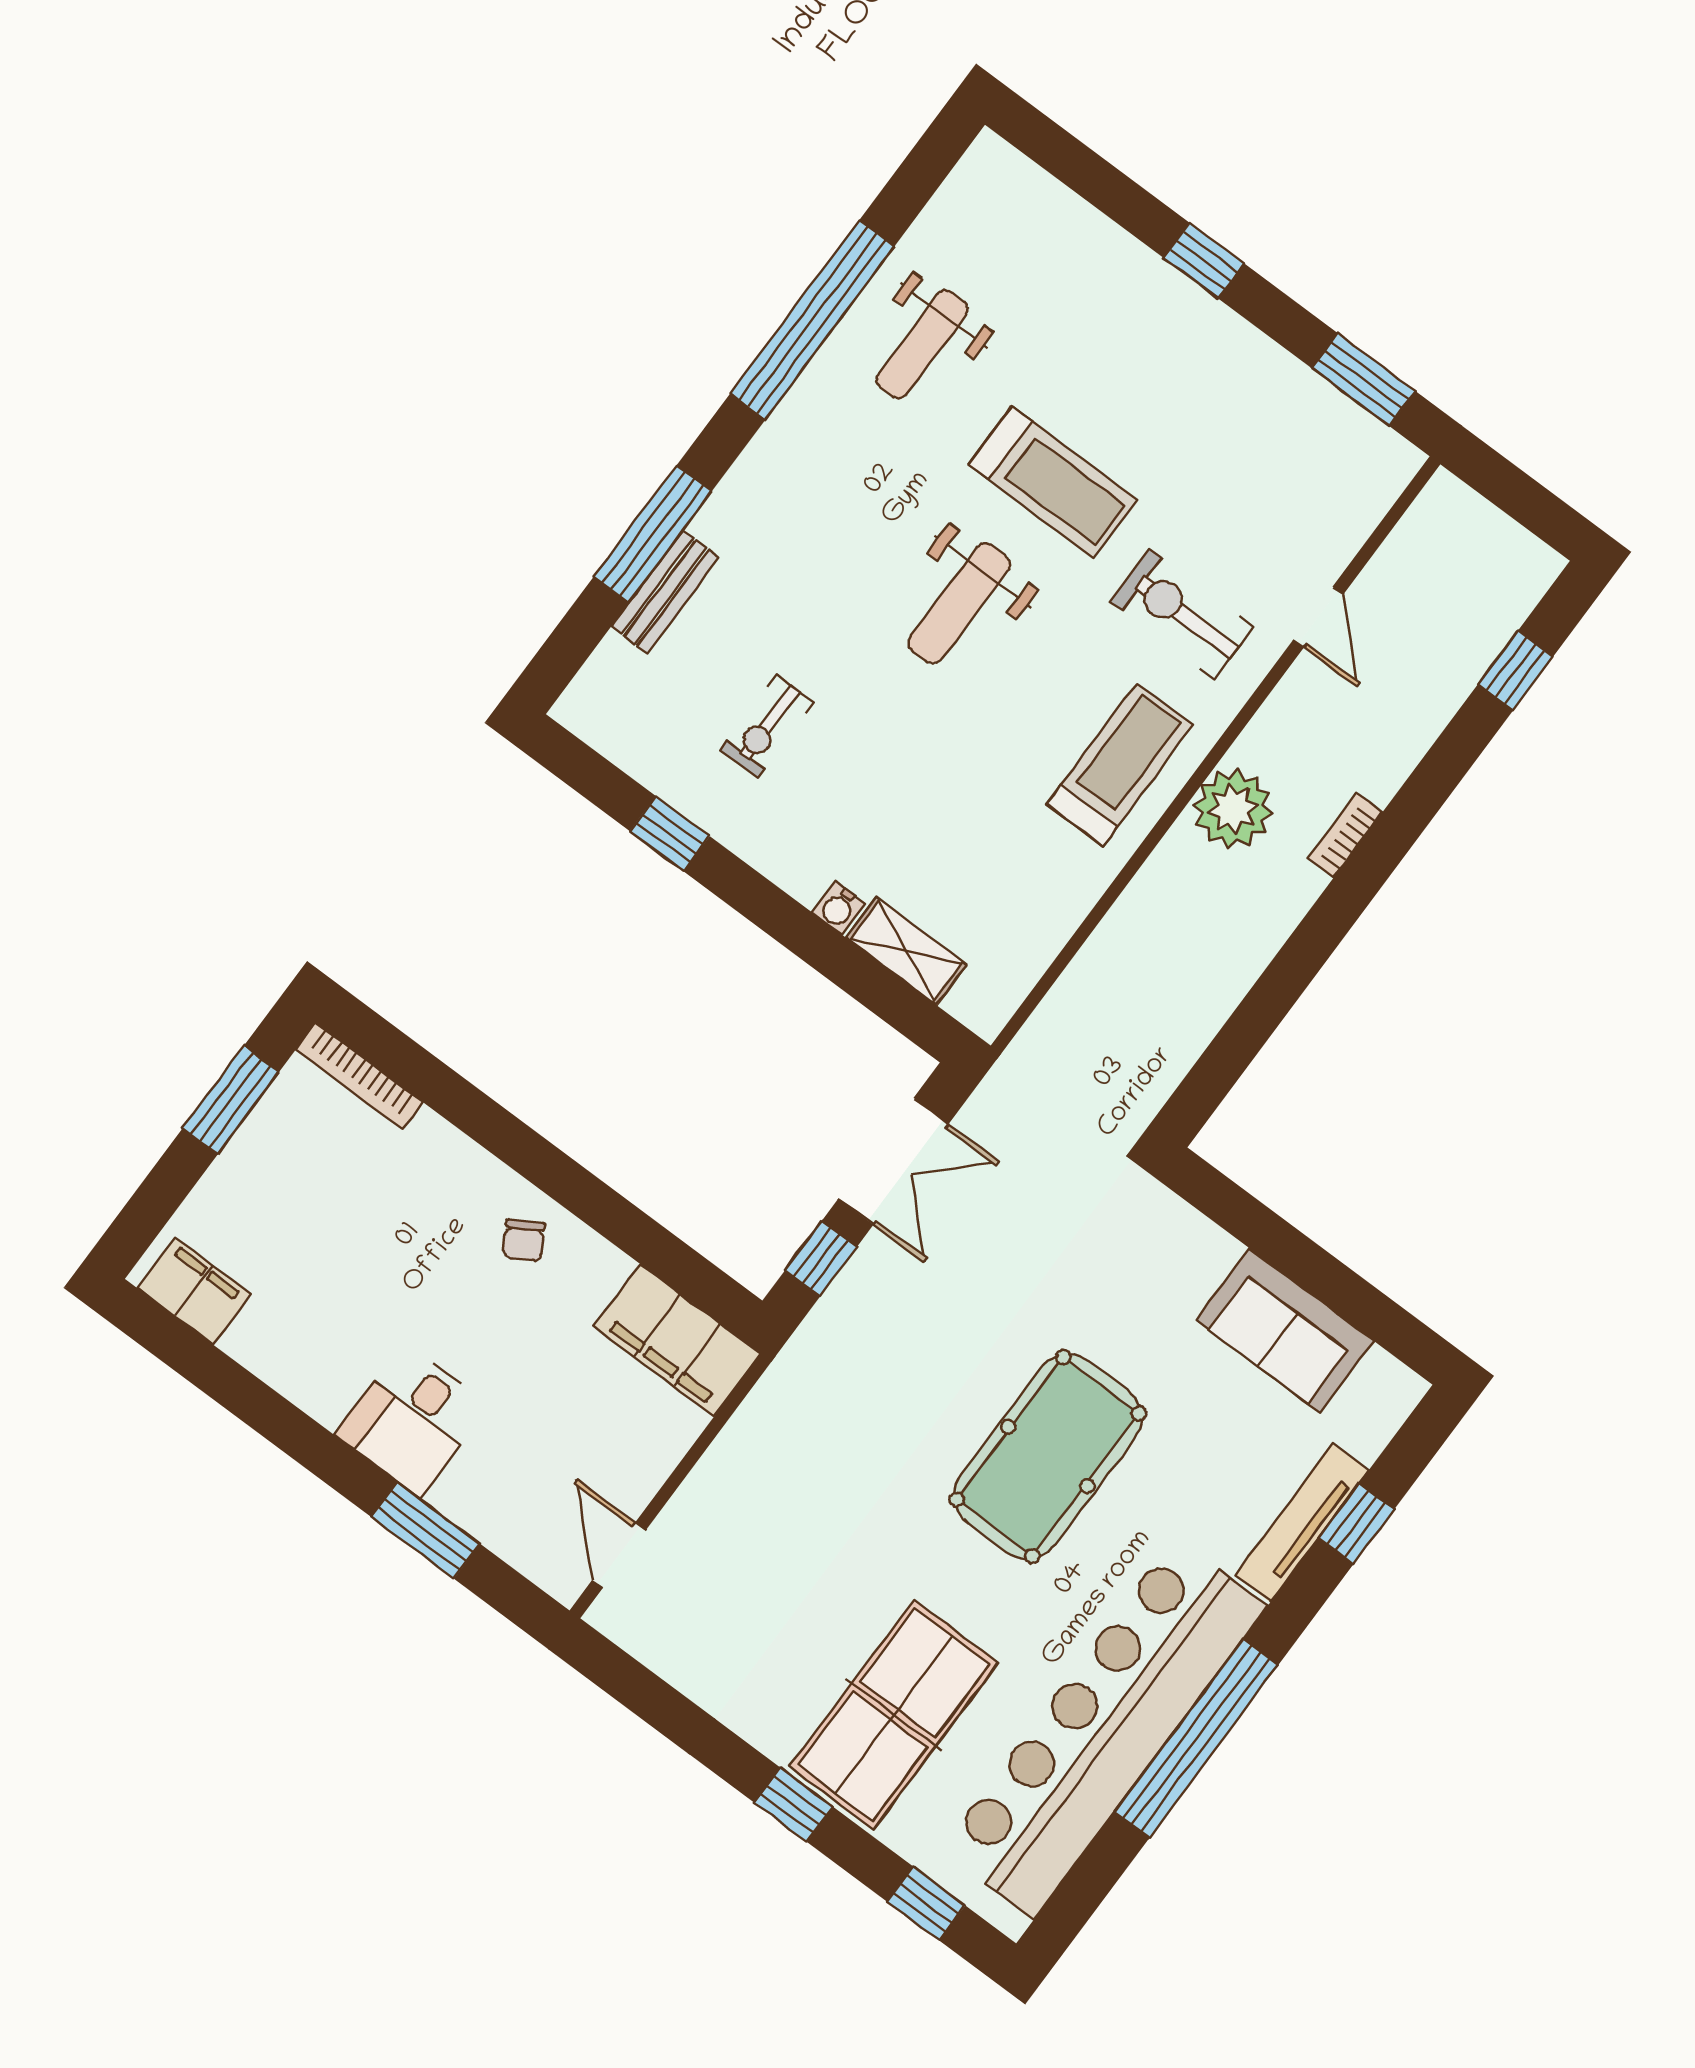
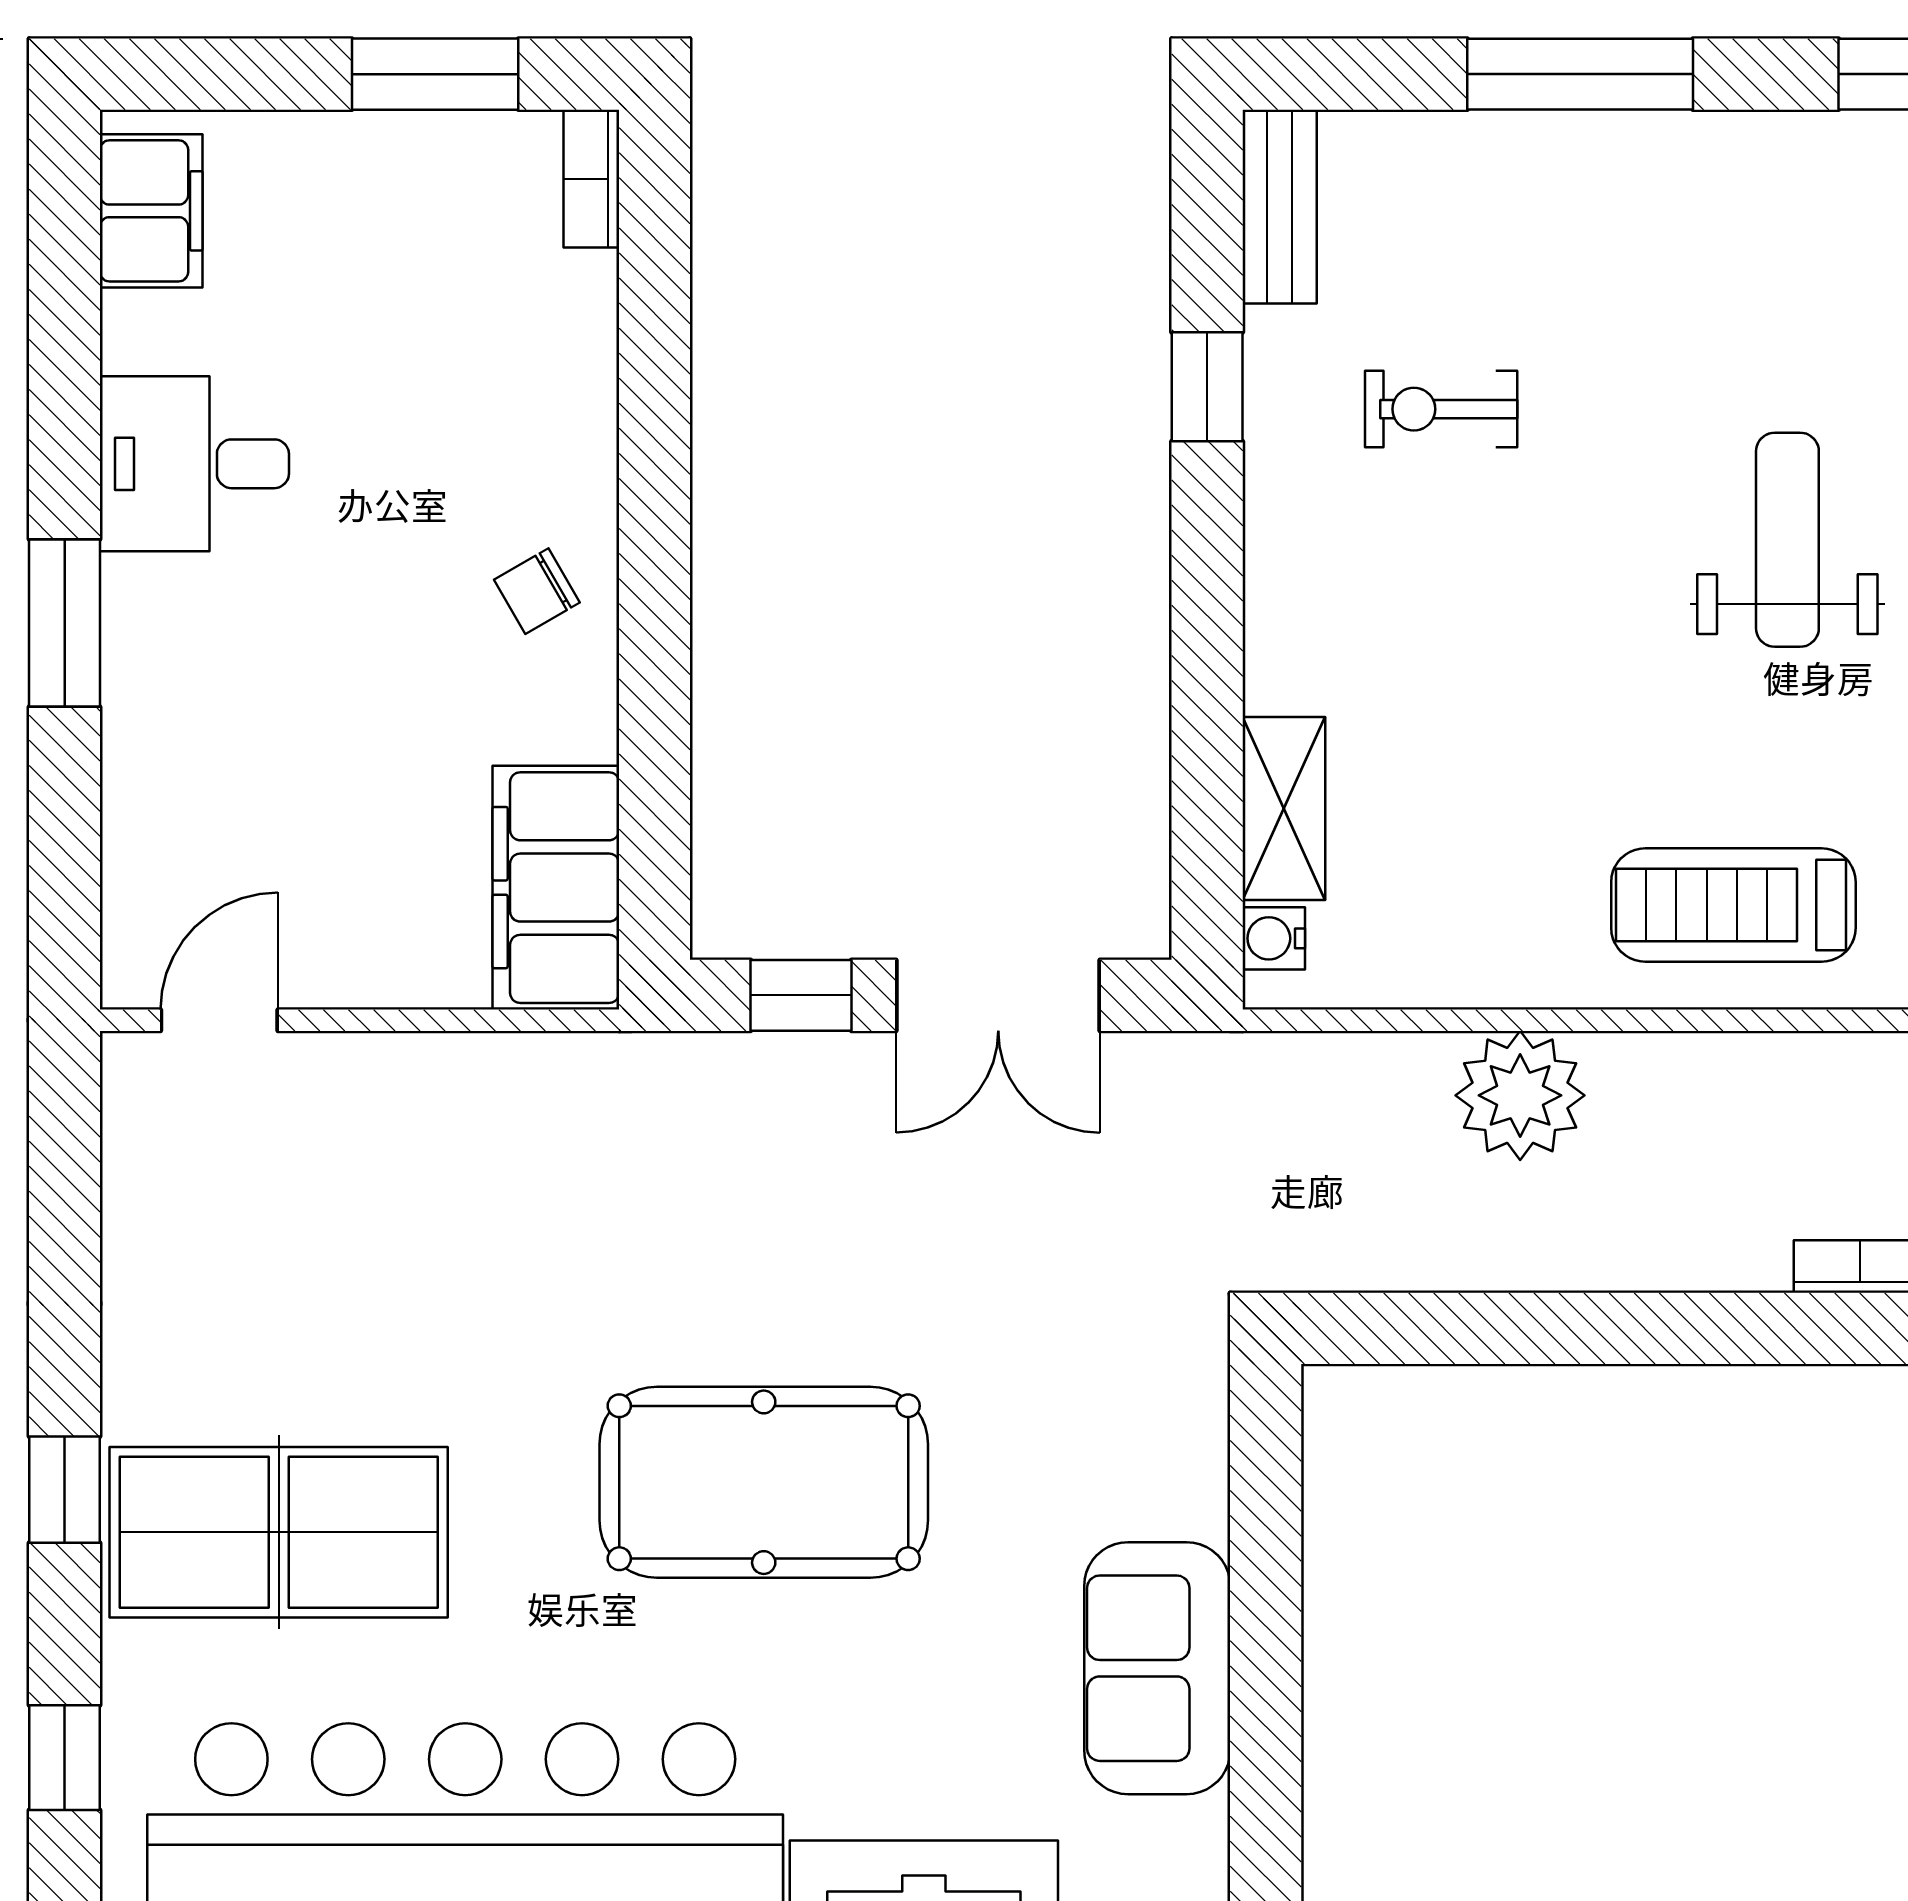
bench: (665, 592) -> (1280, 207), moved, turned 90
weight bench: (959, 603) -> (1787, 540), turned 90
treadmill: (1120, 765) -> (1733, 905), turned 180
plant: (1233, 809) -> (1520, 1095), moved
water cooler: (838, 908) -> (1274, 938), moved
bookcase: (359, 1076) -> (591, 179), width x0.64
desk: (412, 1420) -> (194, 464), moved
window: (425, 1530) -> (65, 623), moved

